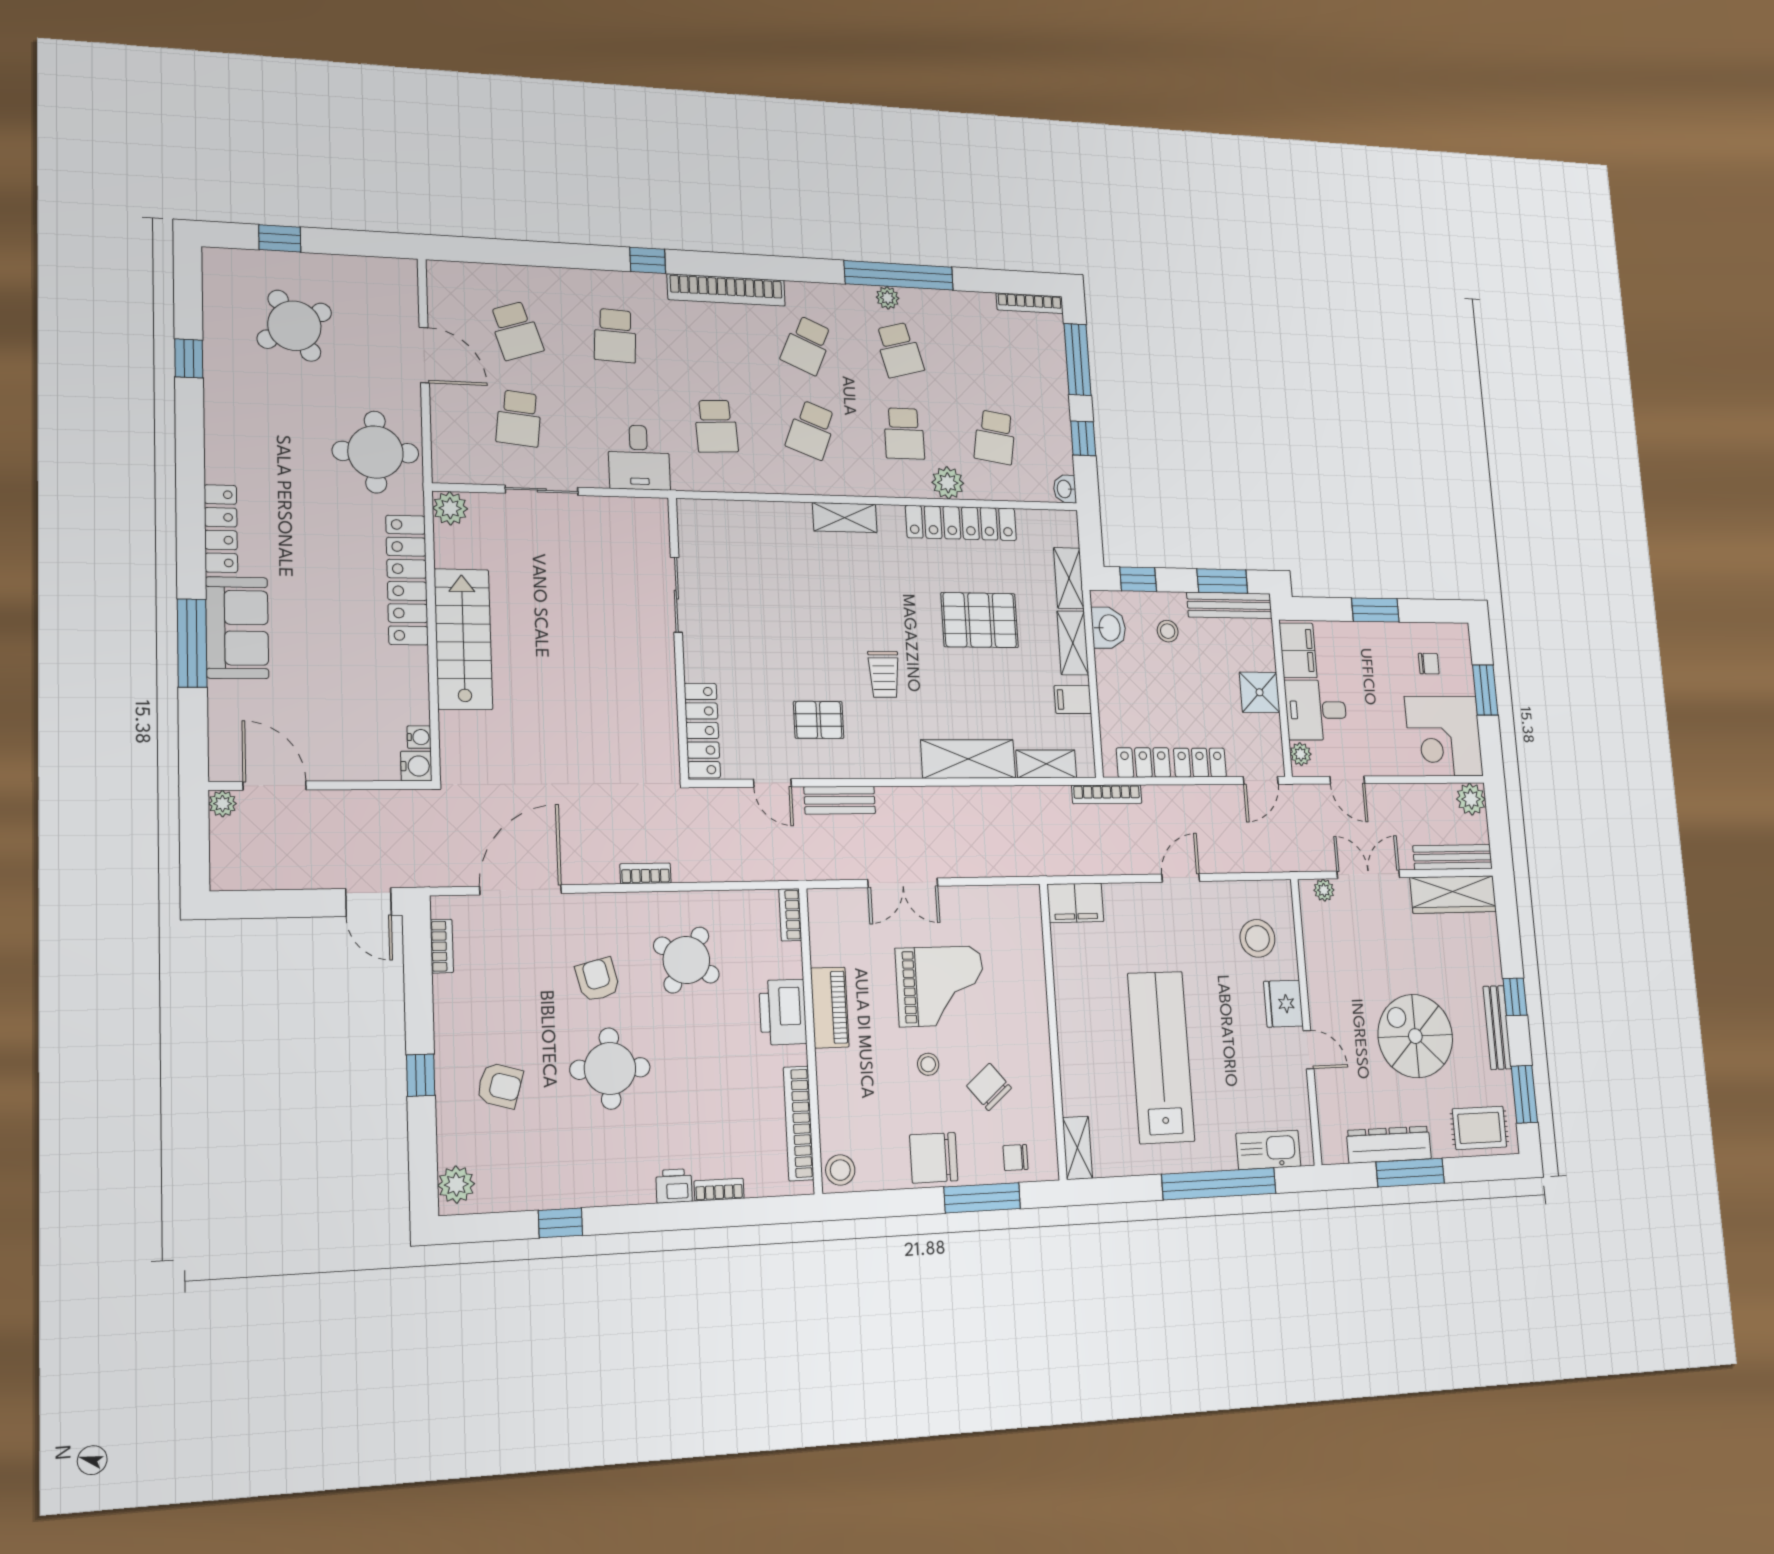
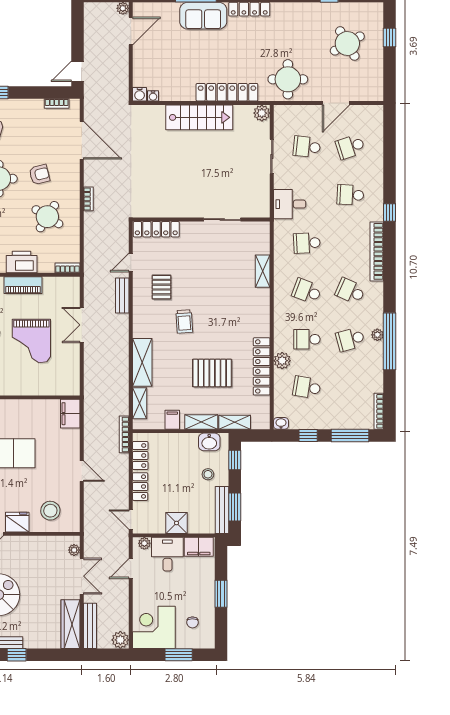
shelving: (845, 518) -> (263, 271), moved
pallet: (980, 620) -> (212, 373), turned 90
trolley: (884, 674) -> (184, 321), turned -94

